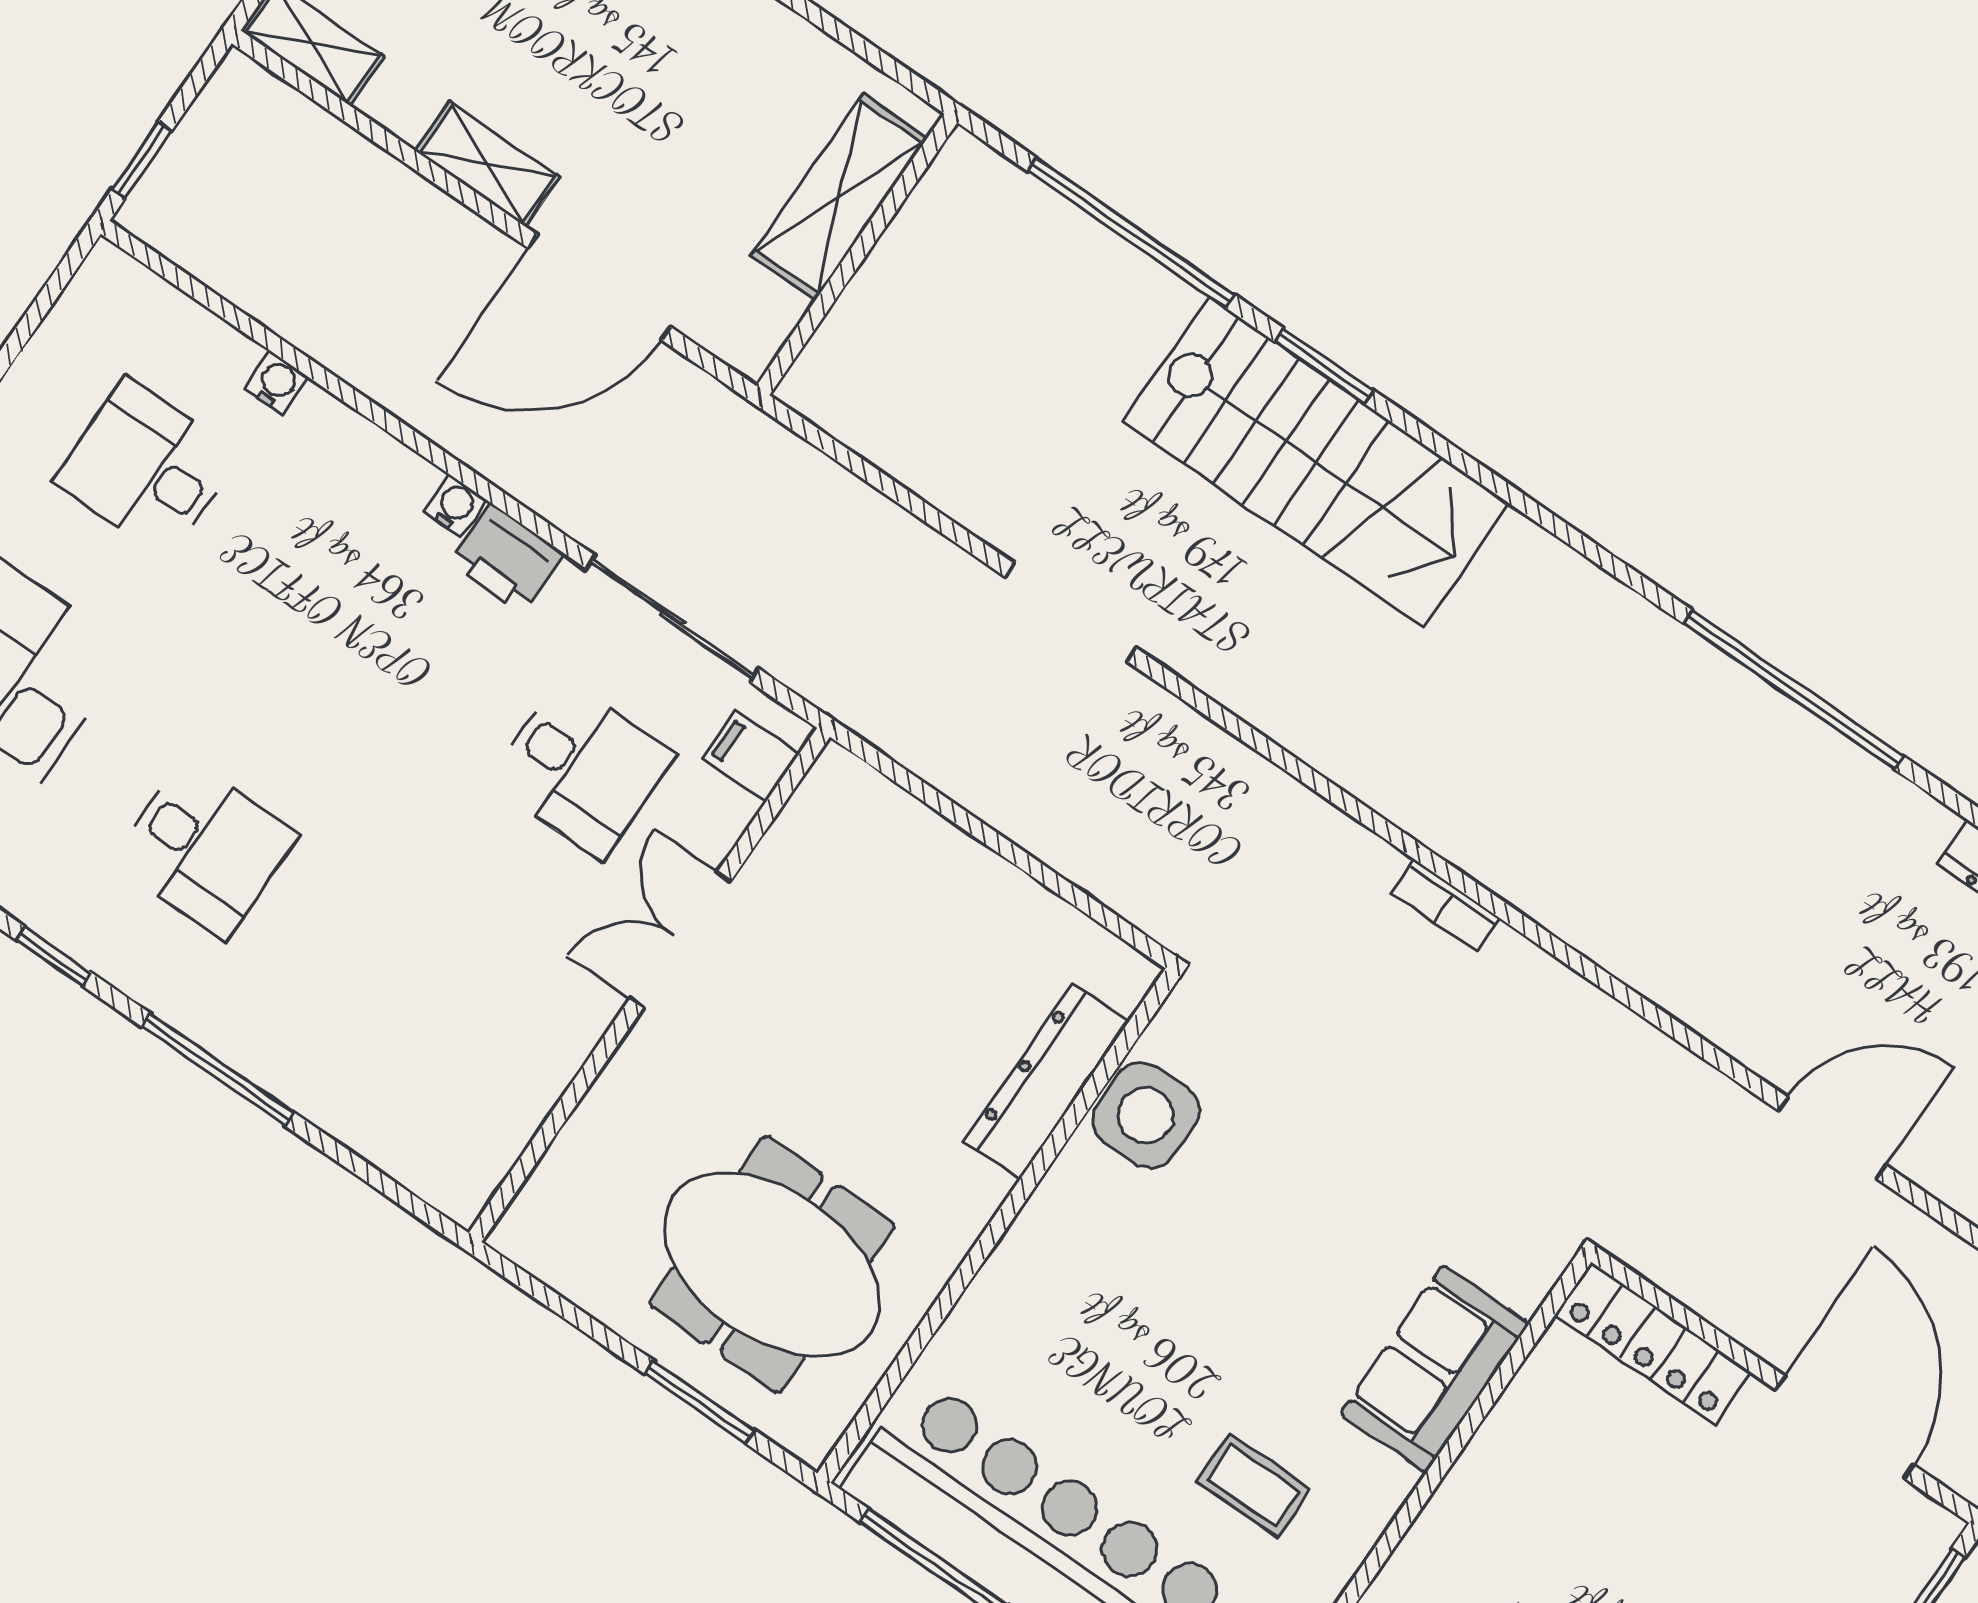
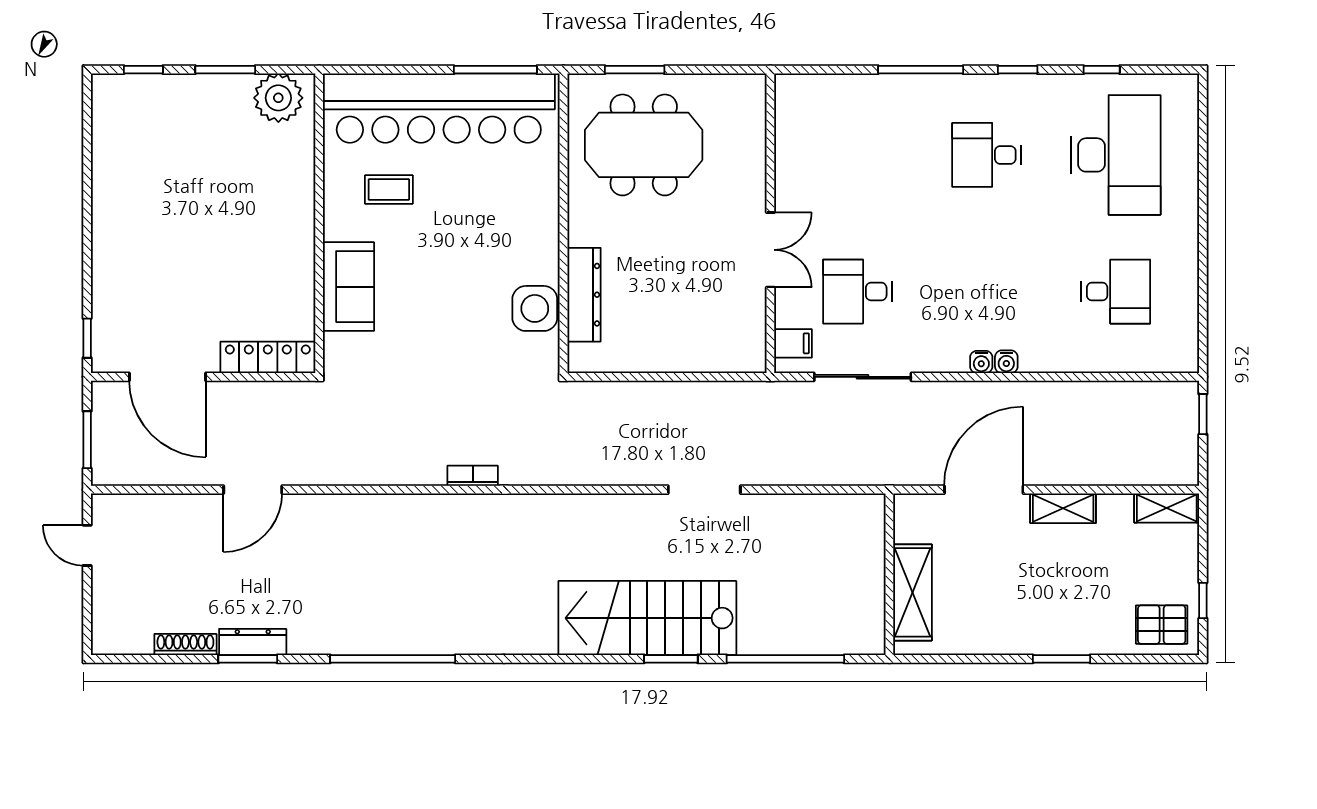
water cooler: (276, 383) -> (1006, 362), moved
printer: (507, 559) -> (946, 355), removed

